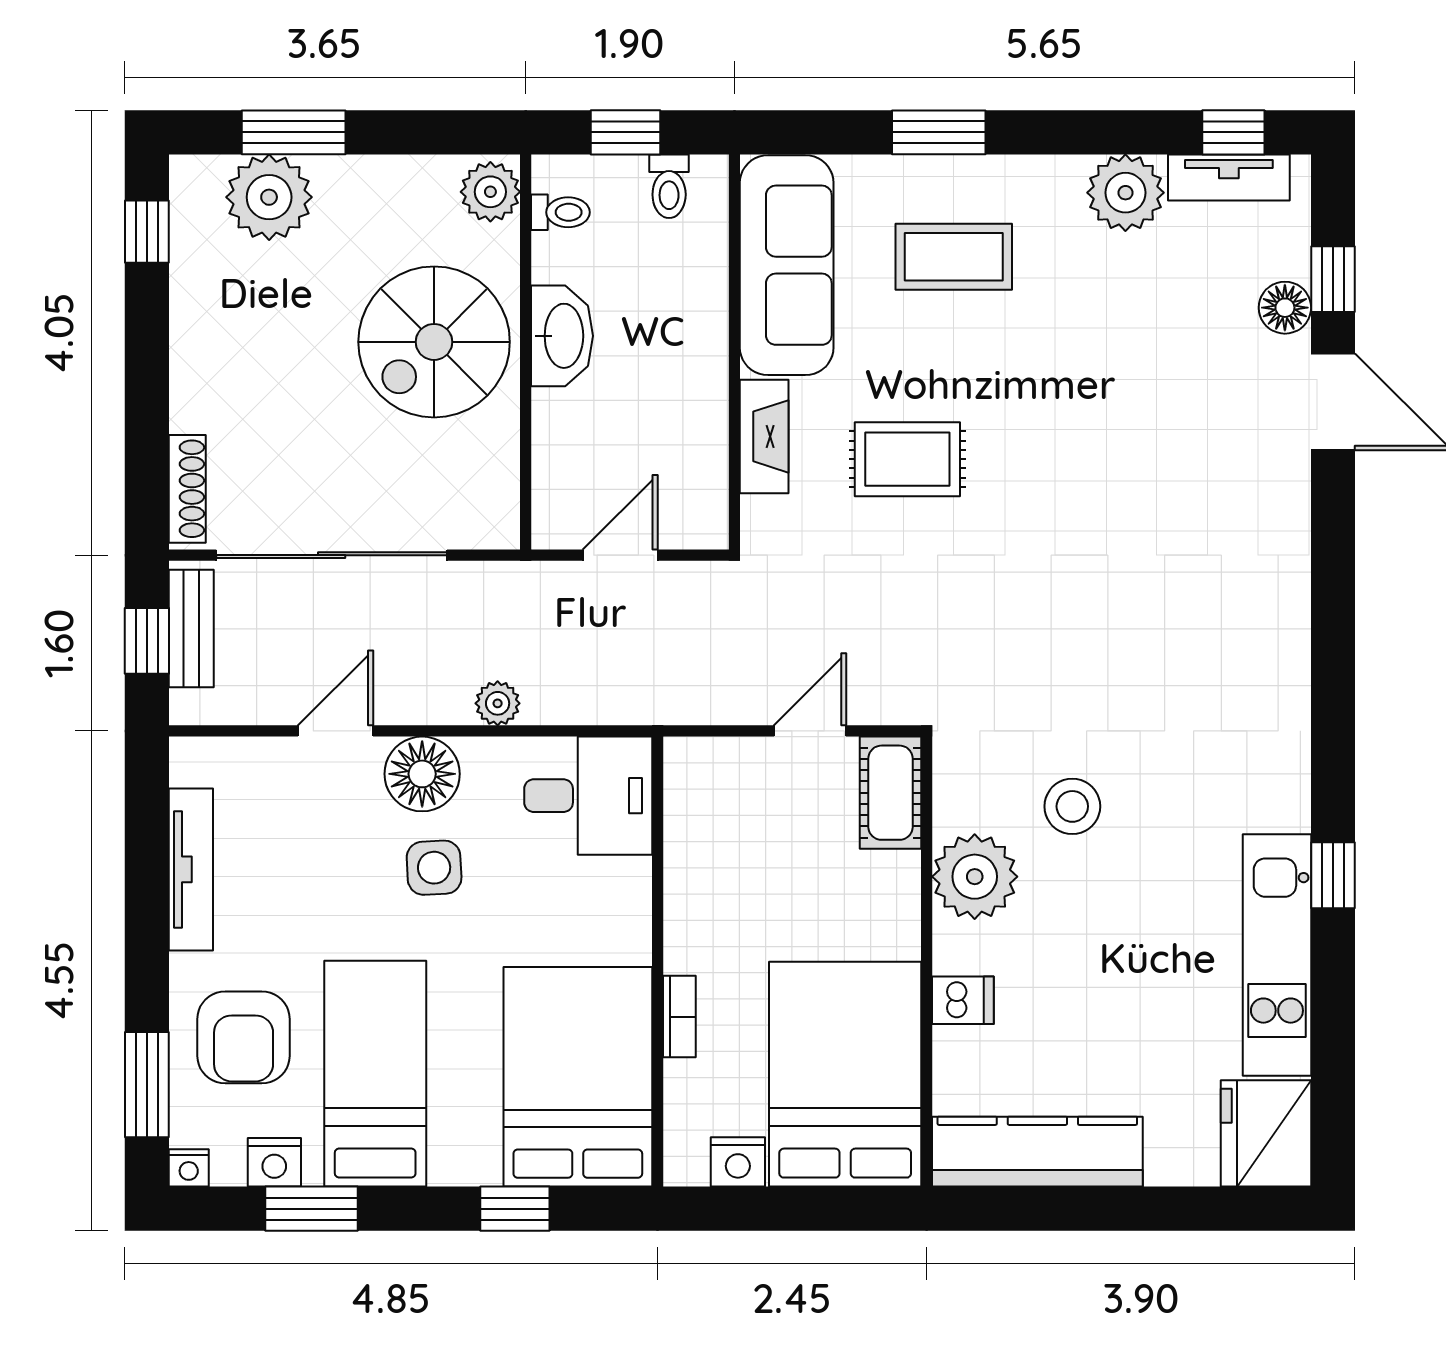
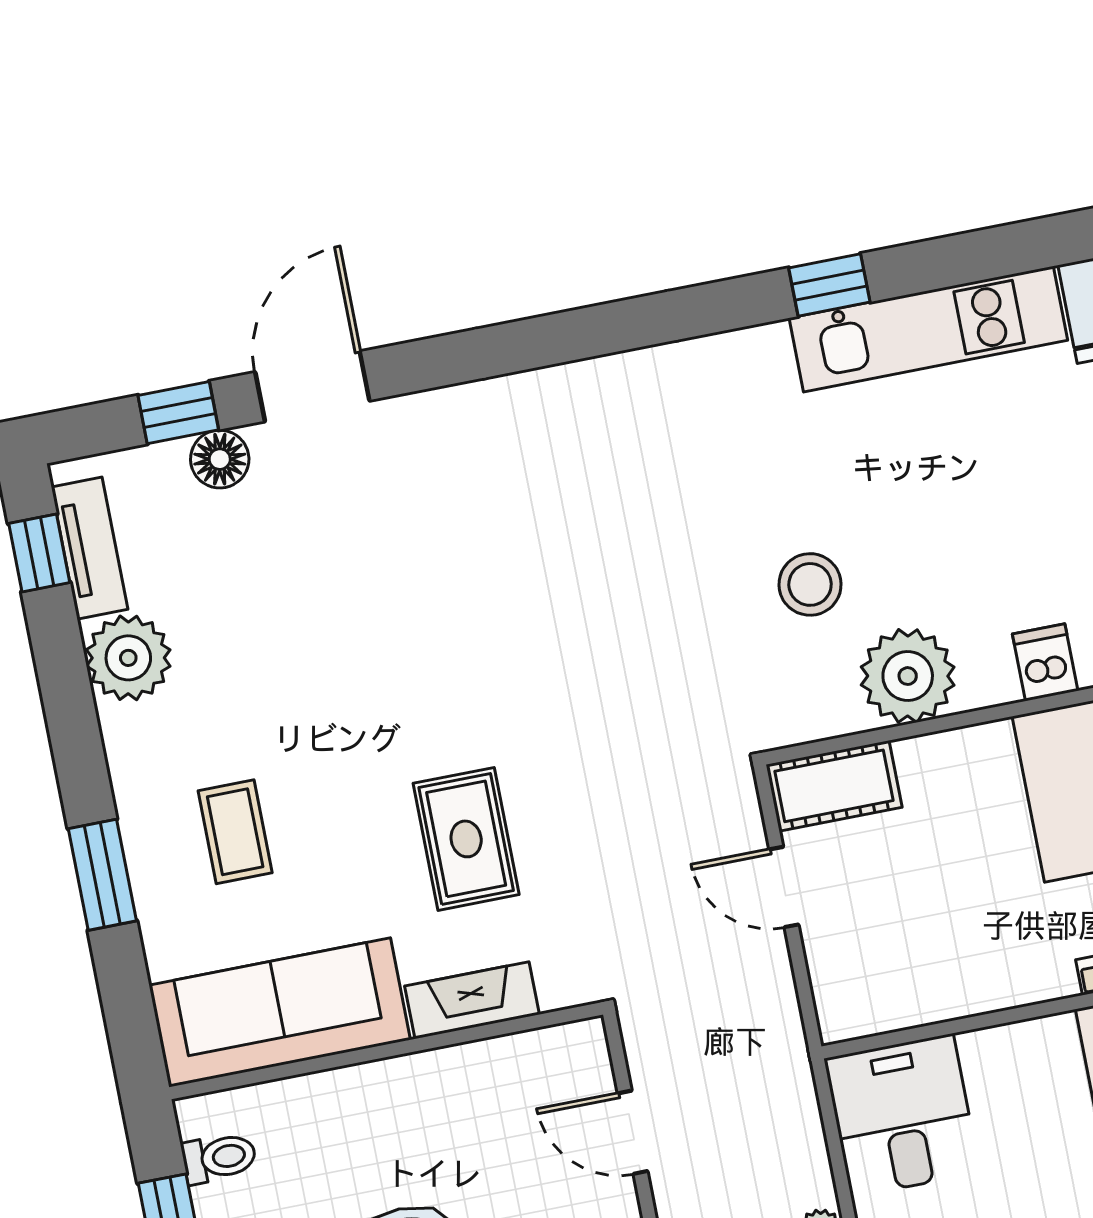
coffee table: (954, 257) -> (235, 832), width x0.73, depth x0.77

